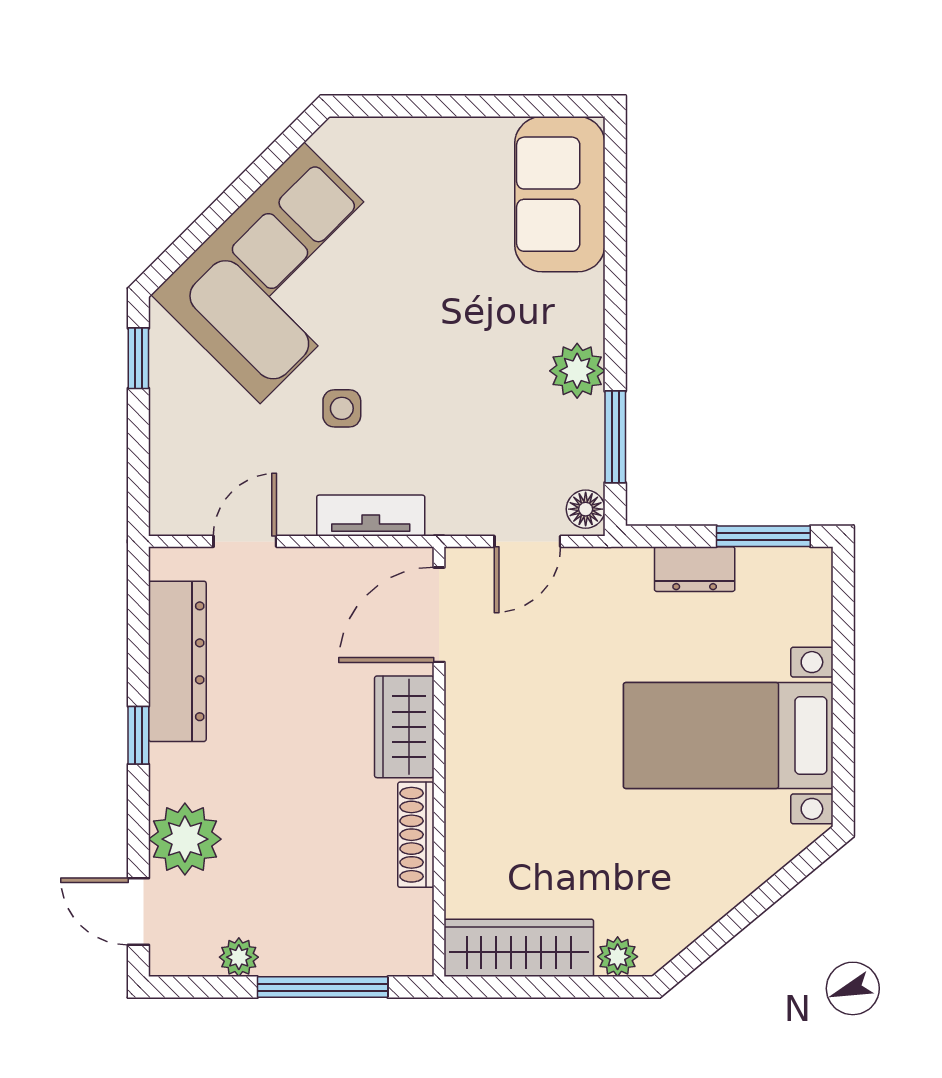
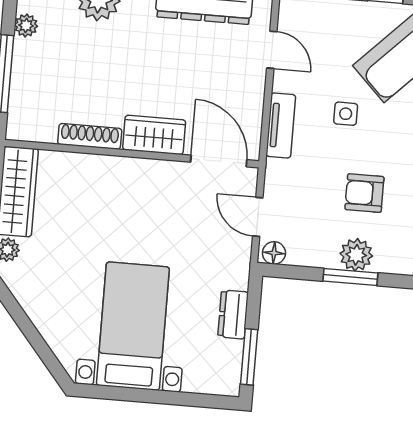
armchair: (472, 366) -> (364, 193), added
window: (615, 437) -> (350, 277), moved

